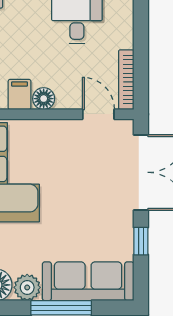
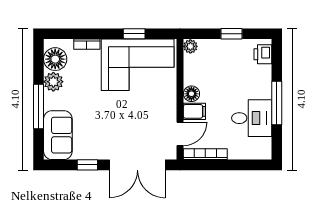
filing cabinet: (20, 94) -> (194, 111), moved
sofa: (88, 281) -> (58, 135), width x0.73

